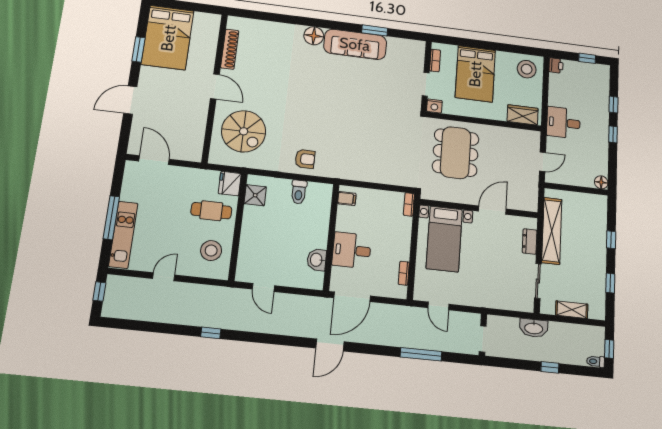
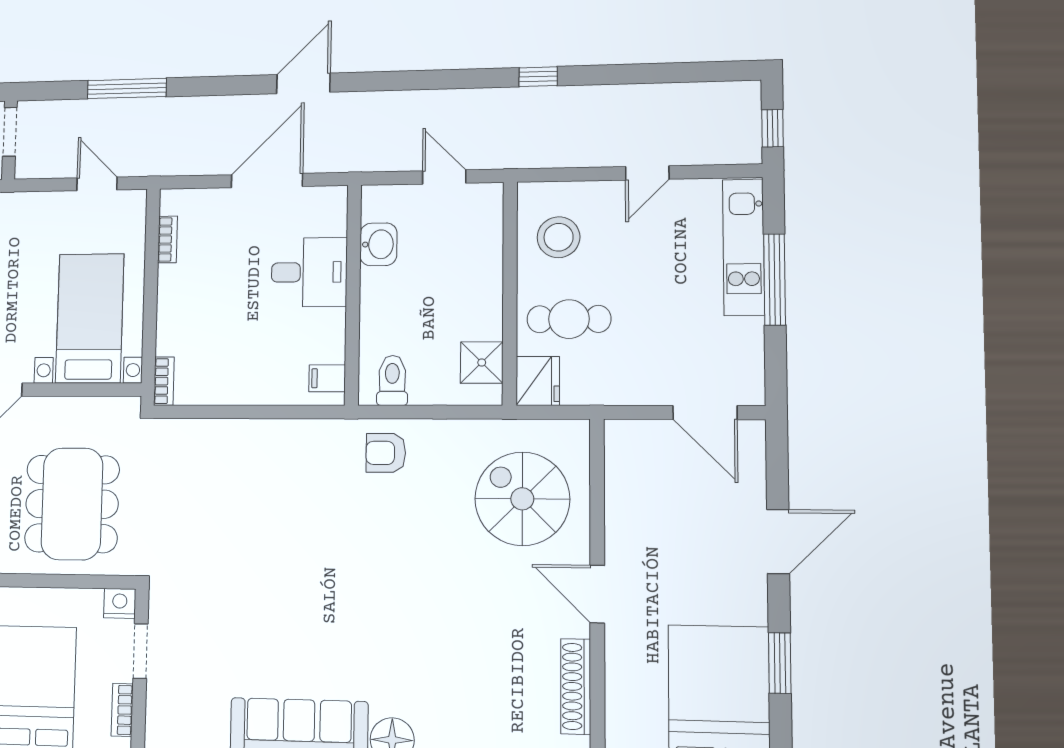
filing cabinet: (347, 199) -> (327, 378), moved
wall: (331, 237) -> (353, 294), moved
desk: (352, 250) -> (309, 272), moved
washbasin: (317, 260) -> (378, 244), moved

